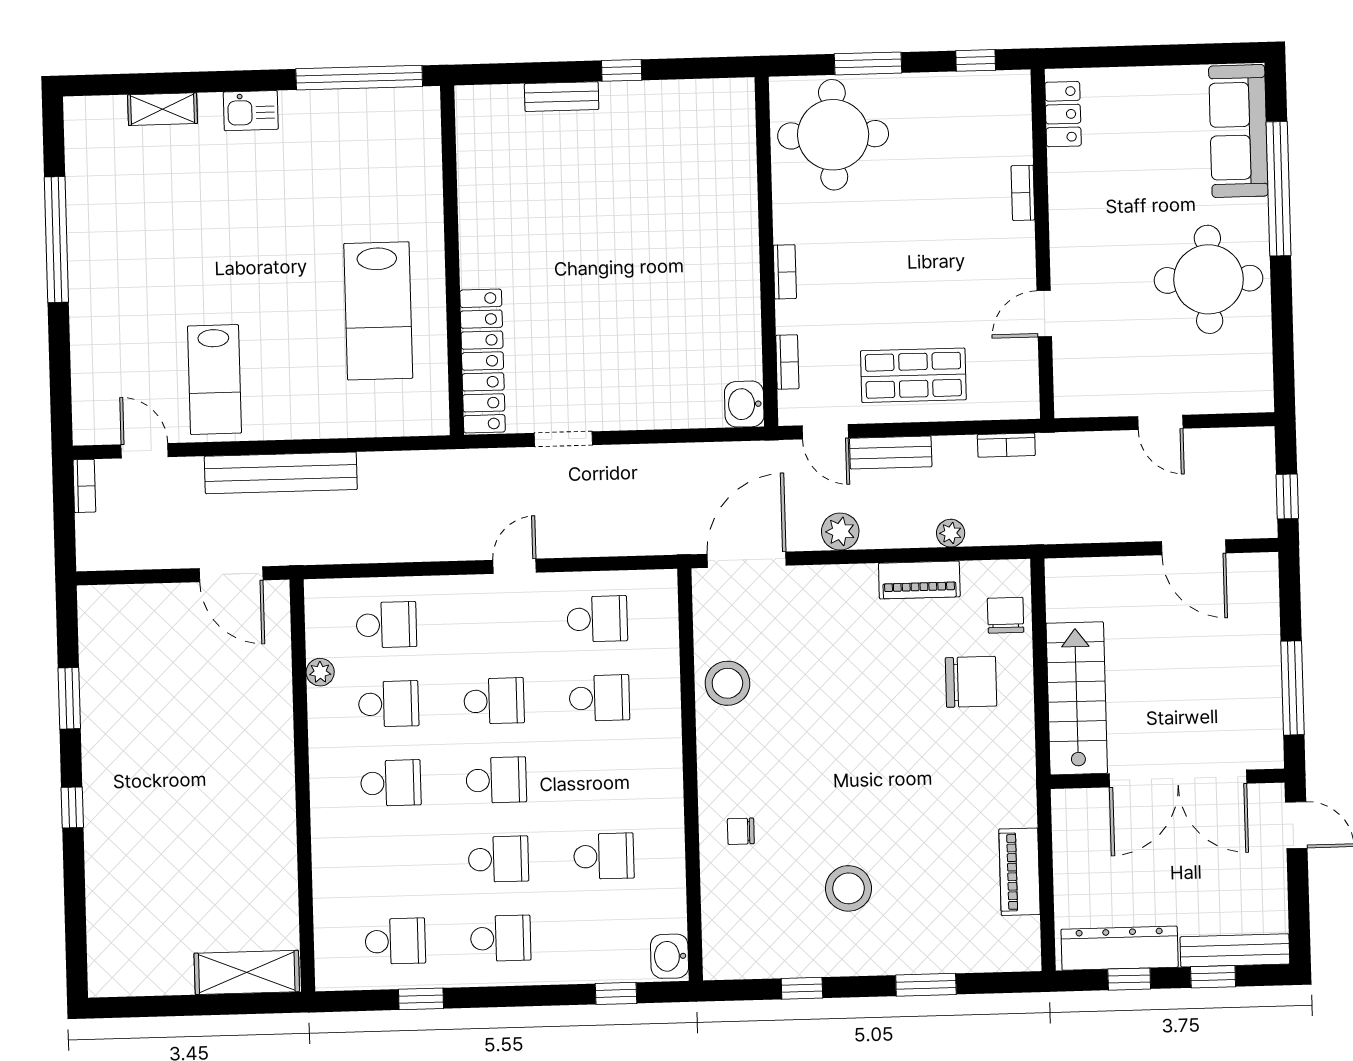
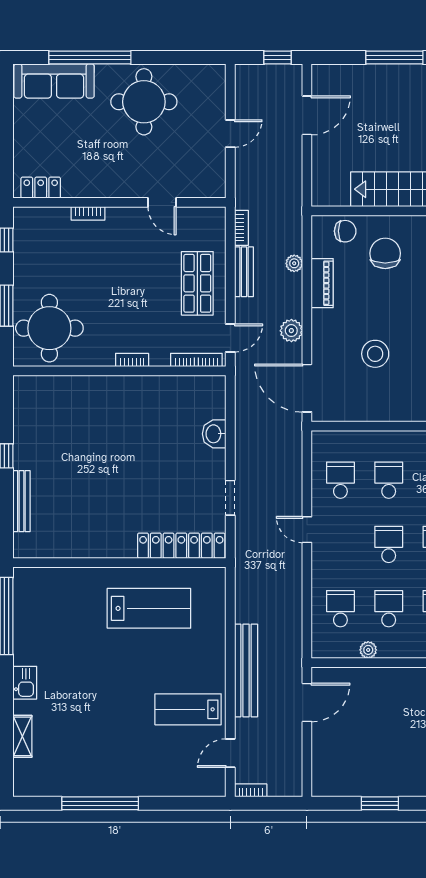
bench: (562, 97) -> (21, 501), width x1.36
bookcase: (787, 362) -> (196, 360), width x1.56
lab bench: (214, 380) -> (188, 709), turned 180
washbasin: (744, 404) -> (214, 434), moved, turned 90
bench: (891, 452) -> (244, 272), moved
chair: (1006, 615) -> (345, 231), turned 180
stool: (727, 683) -> (375, 354), moved

